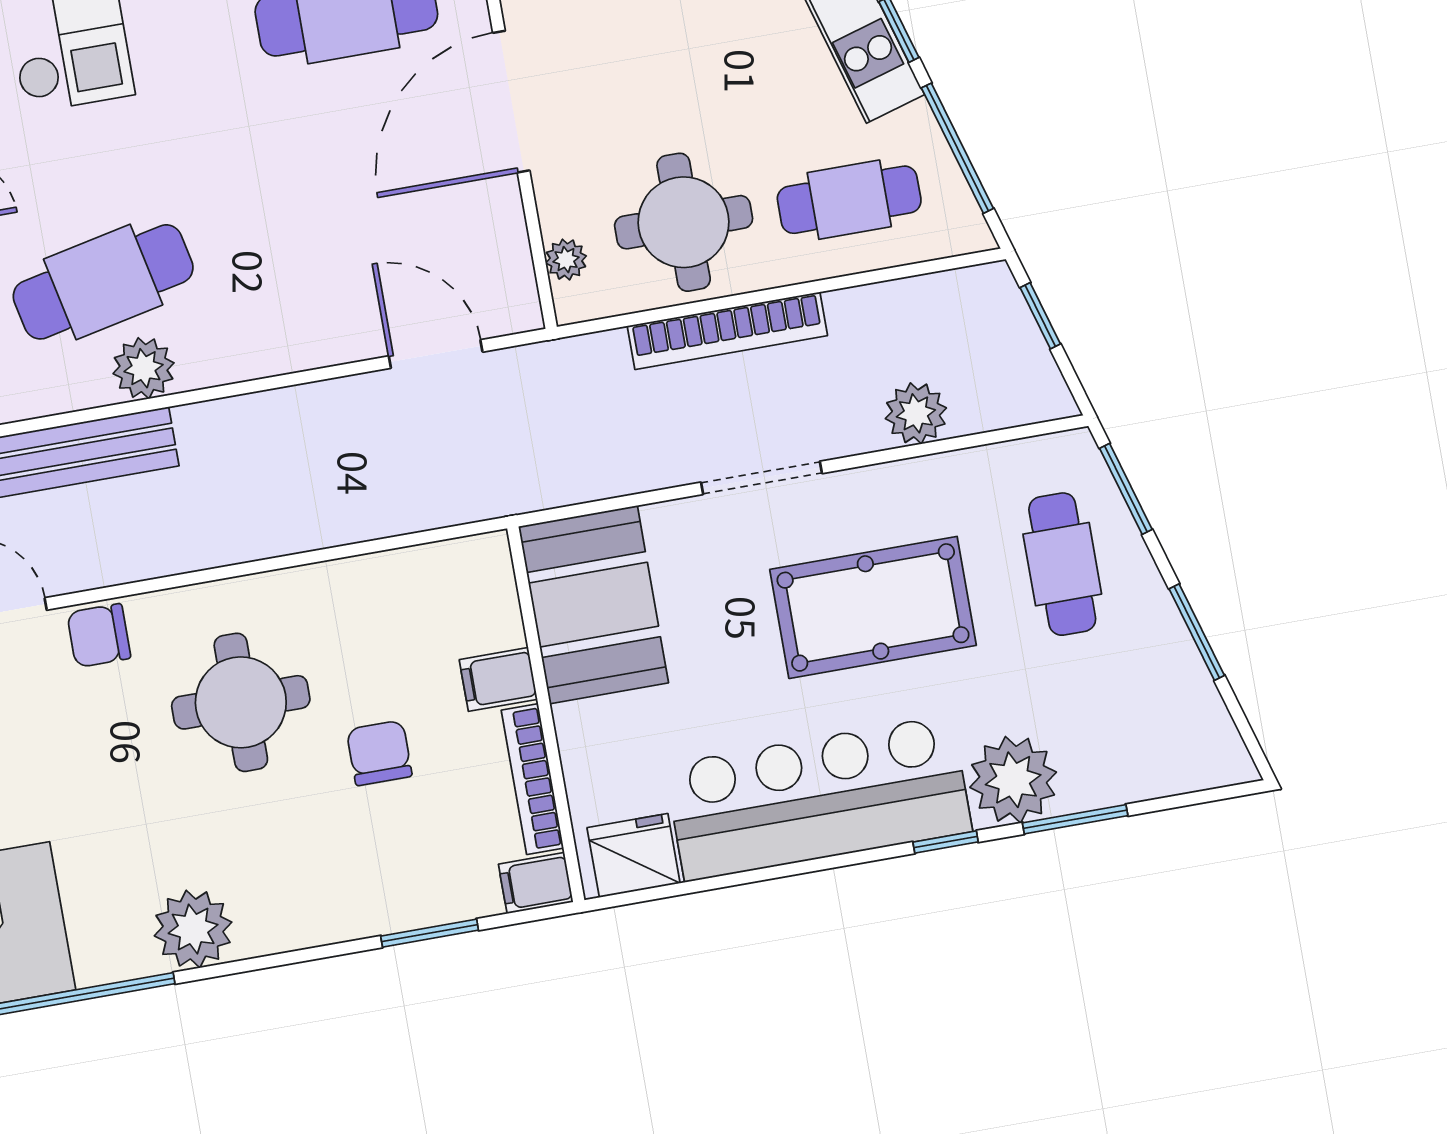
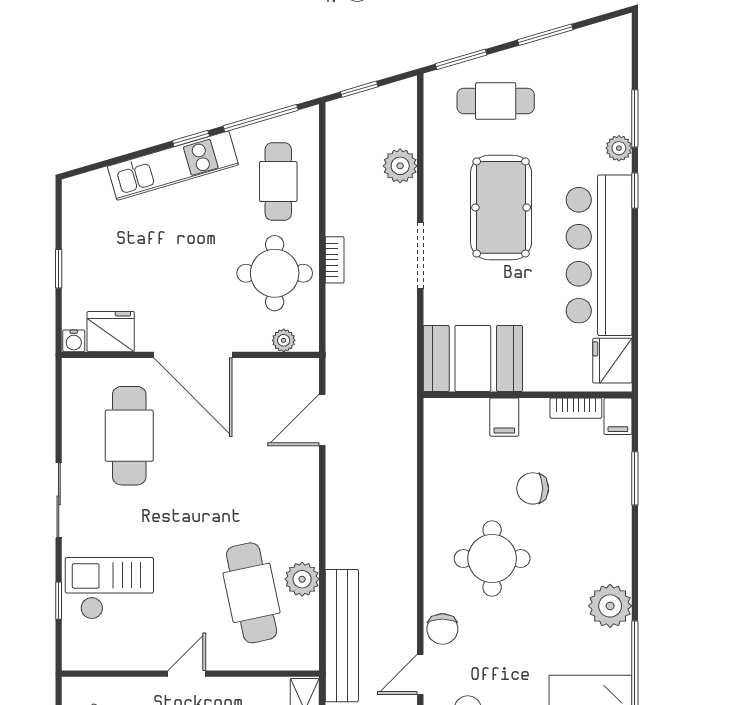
bookcase: (727, 331) -> (335, 260), width x0.43, depth x0.76
bookcase: (532, 779) -> (576, 408), width x0.64
plant: (1013, 780) -> (619, 148), width x0.53, depth x0.53

